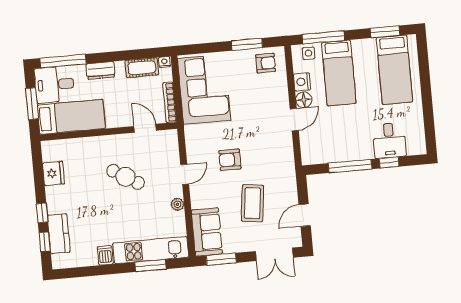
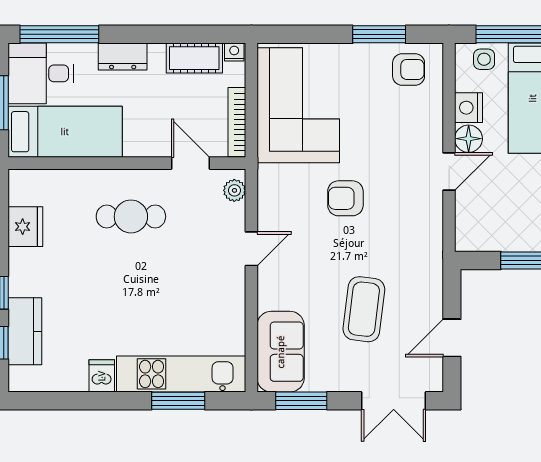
armchair: (230, 160) -> (345, 198), moved
cafe table: (125, 177) -> (131, 216), moved, turned -31
plant: (178, 204) -> (234, 190), moved

